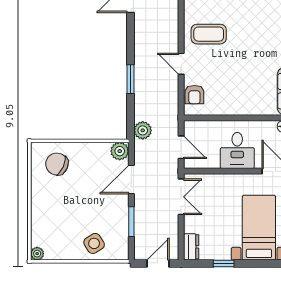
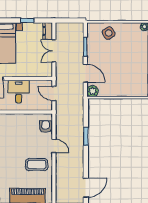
plant: (143, 130) -> (78, 104), removed
chair: (57, 164) -> (132, 83), removed
door: (131, 179) -> (85, 73), hinge flipped
double door: (181, 197) -> (54, 51), moved
door: (158, 264) -> (68, 20), removed

